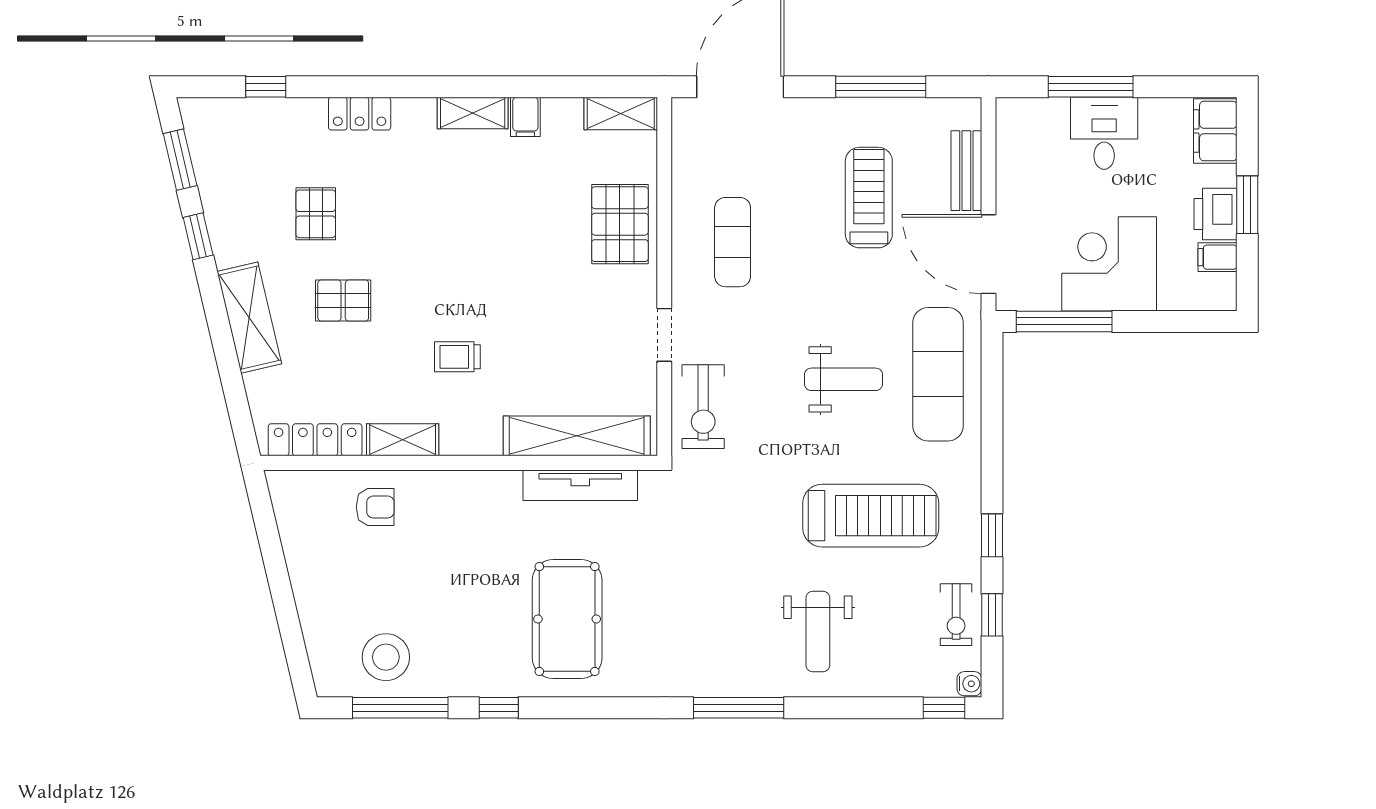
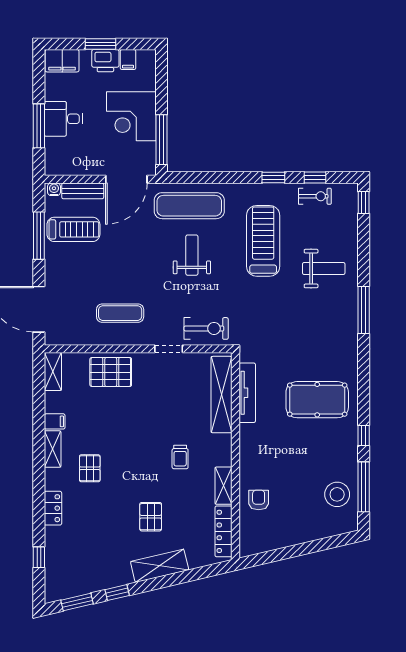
treadmill: (869, 198) -> (73, 229), moved, turned 180
pallet: (316, 214) -> (90, 468), moved, turned 90
water cooler: (969, 684) -> (54, 189), moved

